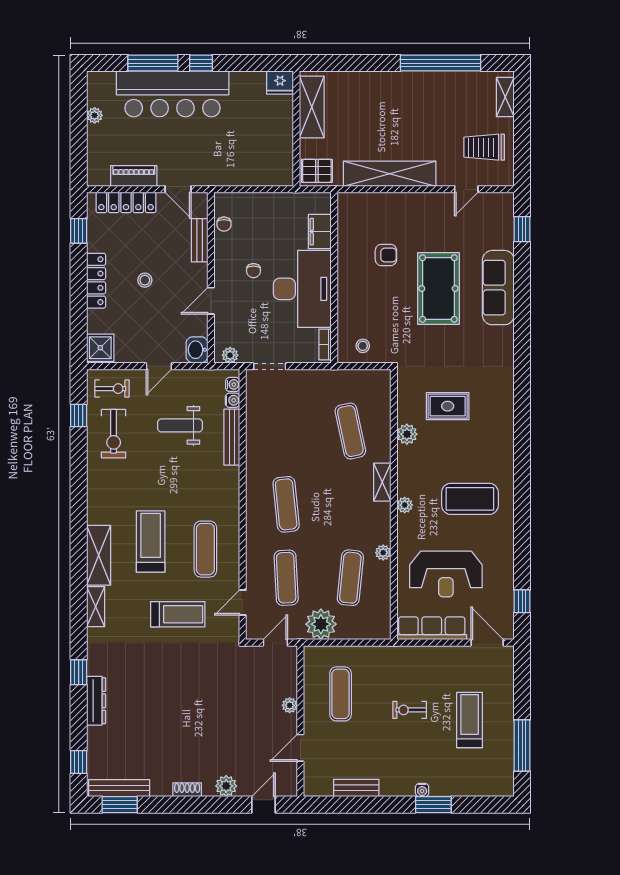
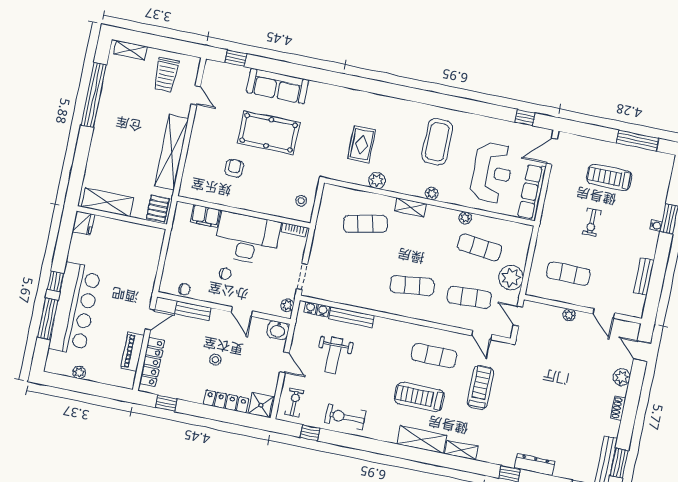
locker: (96, 281) -> (226, 401), moved
exercise bike: (114, 434) -> (345, 417), moved, turned 180

